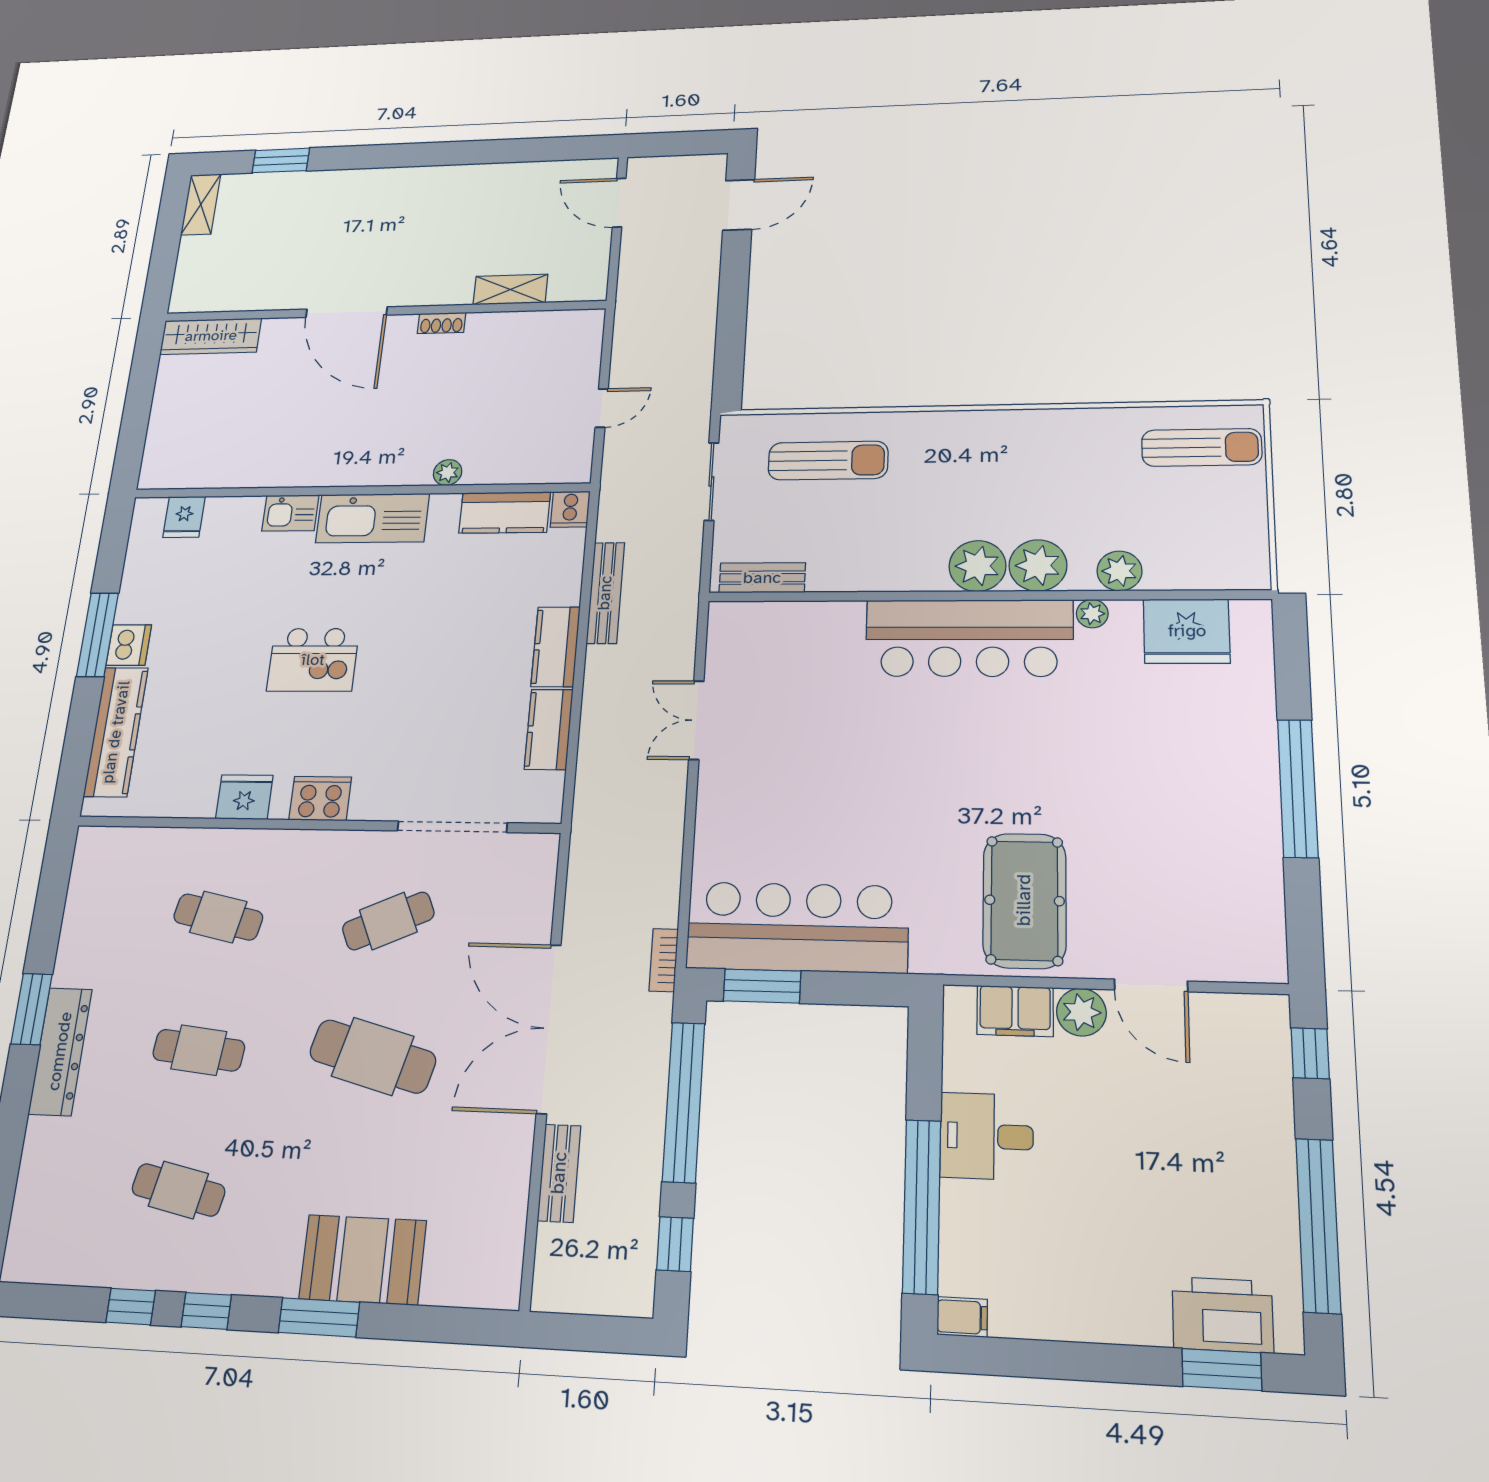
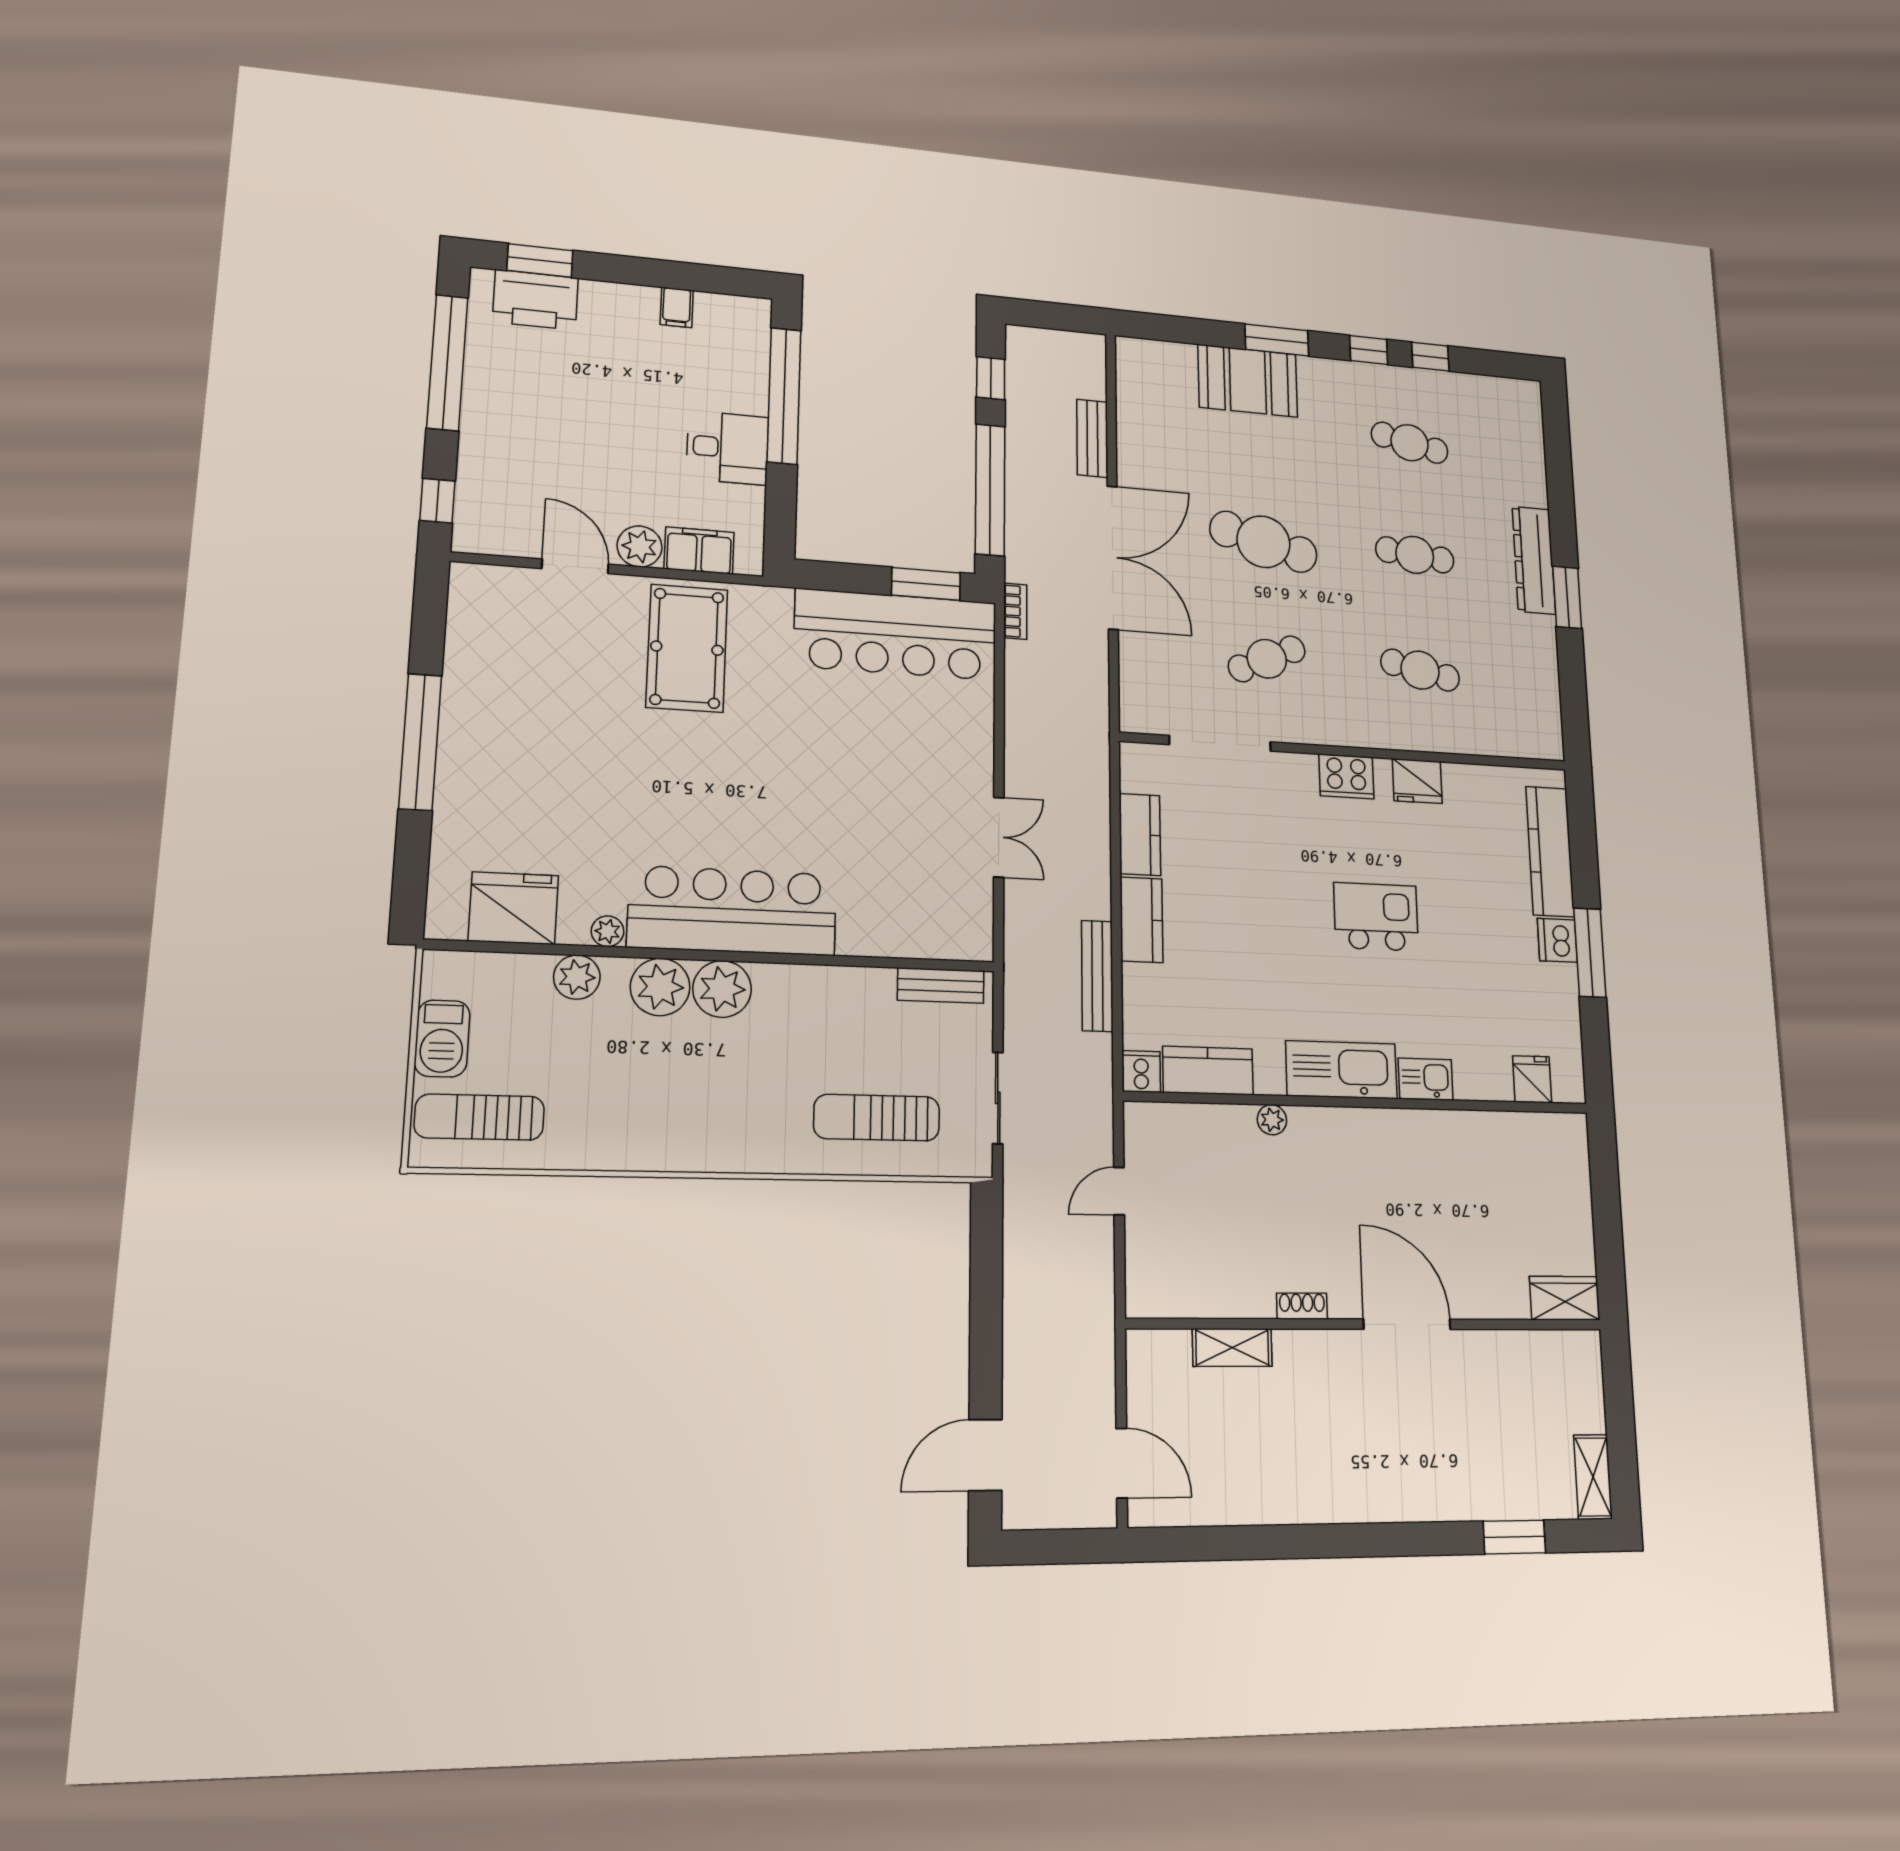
wardrobe: (211, 336) -> (1565, 1298), width x0.67
barbecue: (1244, 512) -> (442, 1038), added
filing cabinet: (962, 1317) -> (677, 307), moved, turned -90

